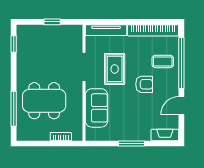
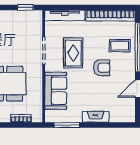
window: (52, 22) -> (25, 7), moved
fireplace: (165, 135) -> (96, 117), moved
window: (132, 144) -> (67, 125), moved

